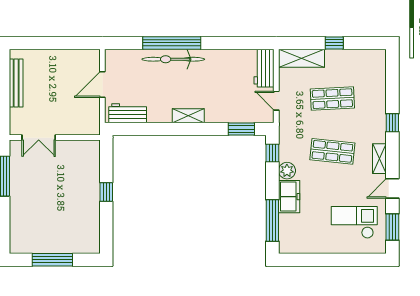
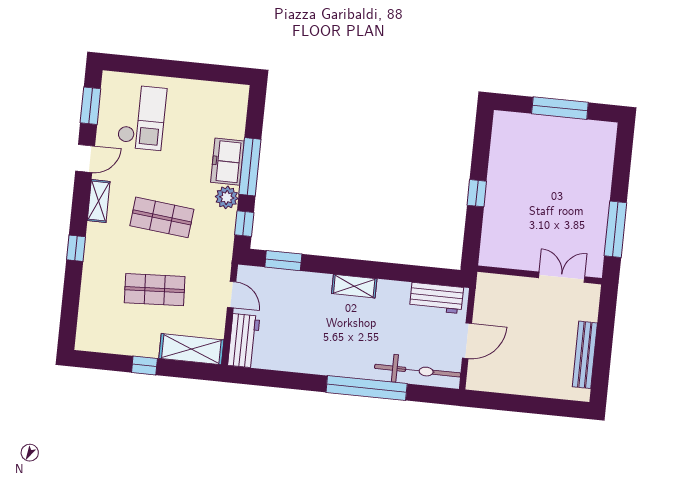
bicycle: (173, 59) -> (418, 371), moved
window: (272, 220) -> (250, 167), moved
checkout: (354, 222) -> (142, 117), turned -90

